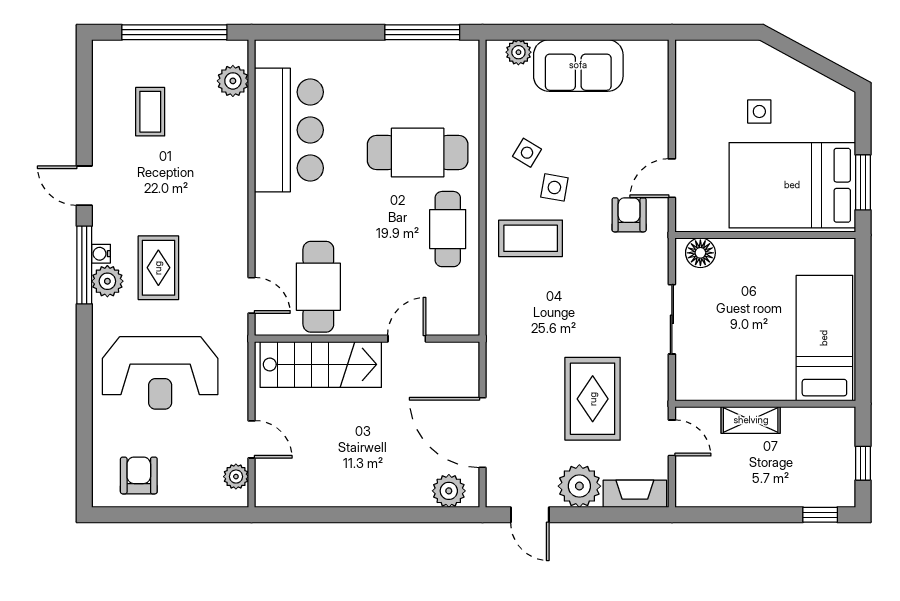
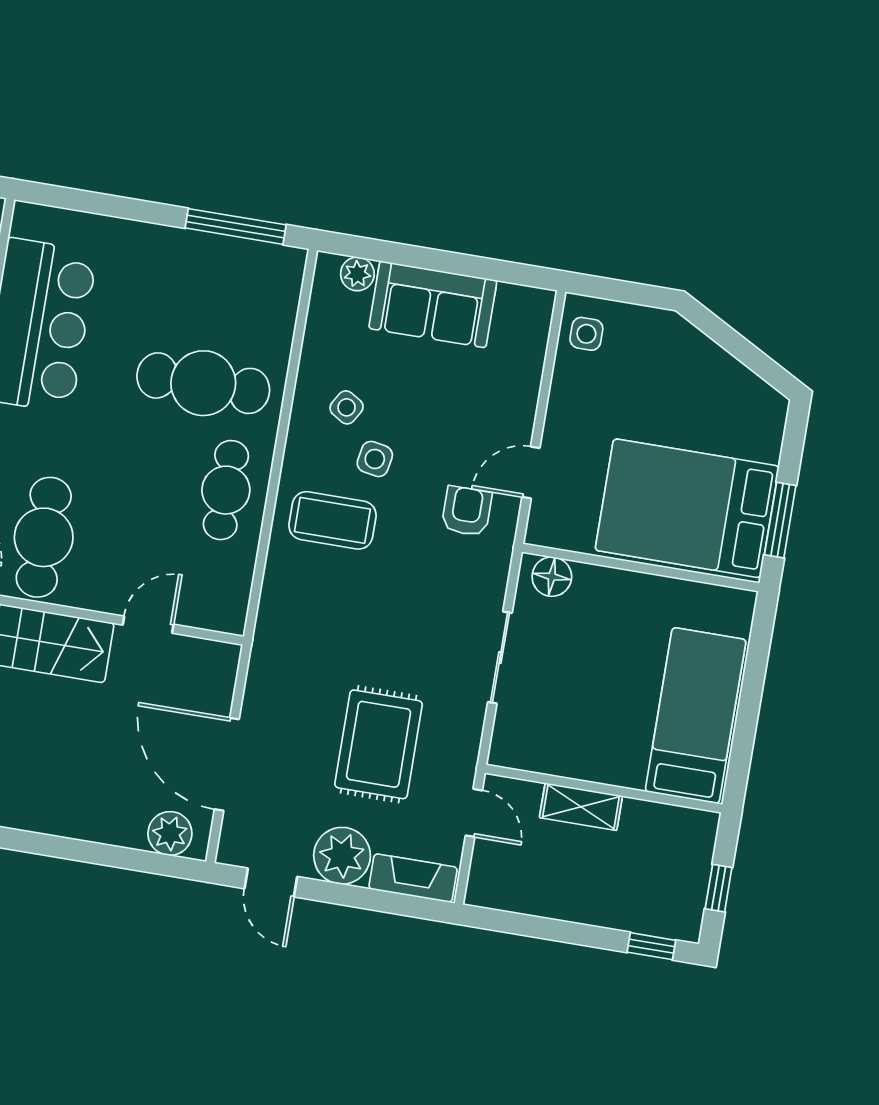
side table: (759, 111) -> (586, 334), moved

